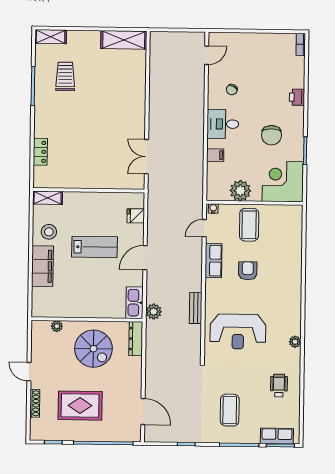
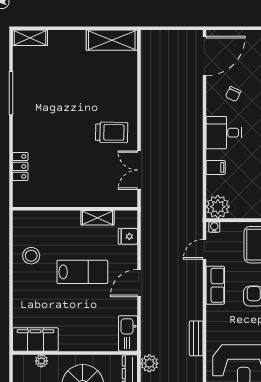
door: (207, 55) -> (204, 56), width x1.87
trolley: (65, 76) -> (112, 132), moved, turned 91
plant: (240, 191) -> (218, 207), moved
shelving: (48, 198) -> (97, 218), moved
filing cabinet: (42, 266) -> (35, 339), moved, turned -90
plant: (154, 312) -> (149, 363), moved

